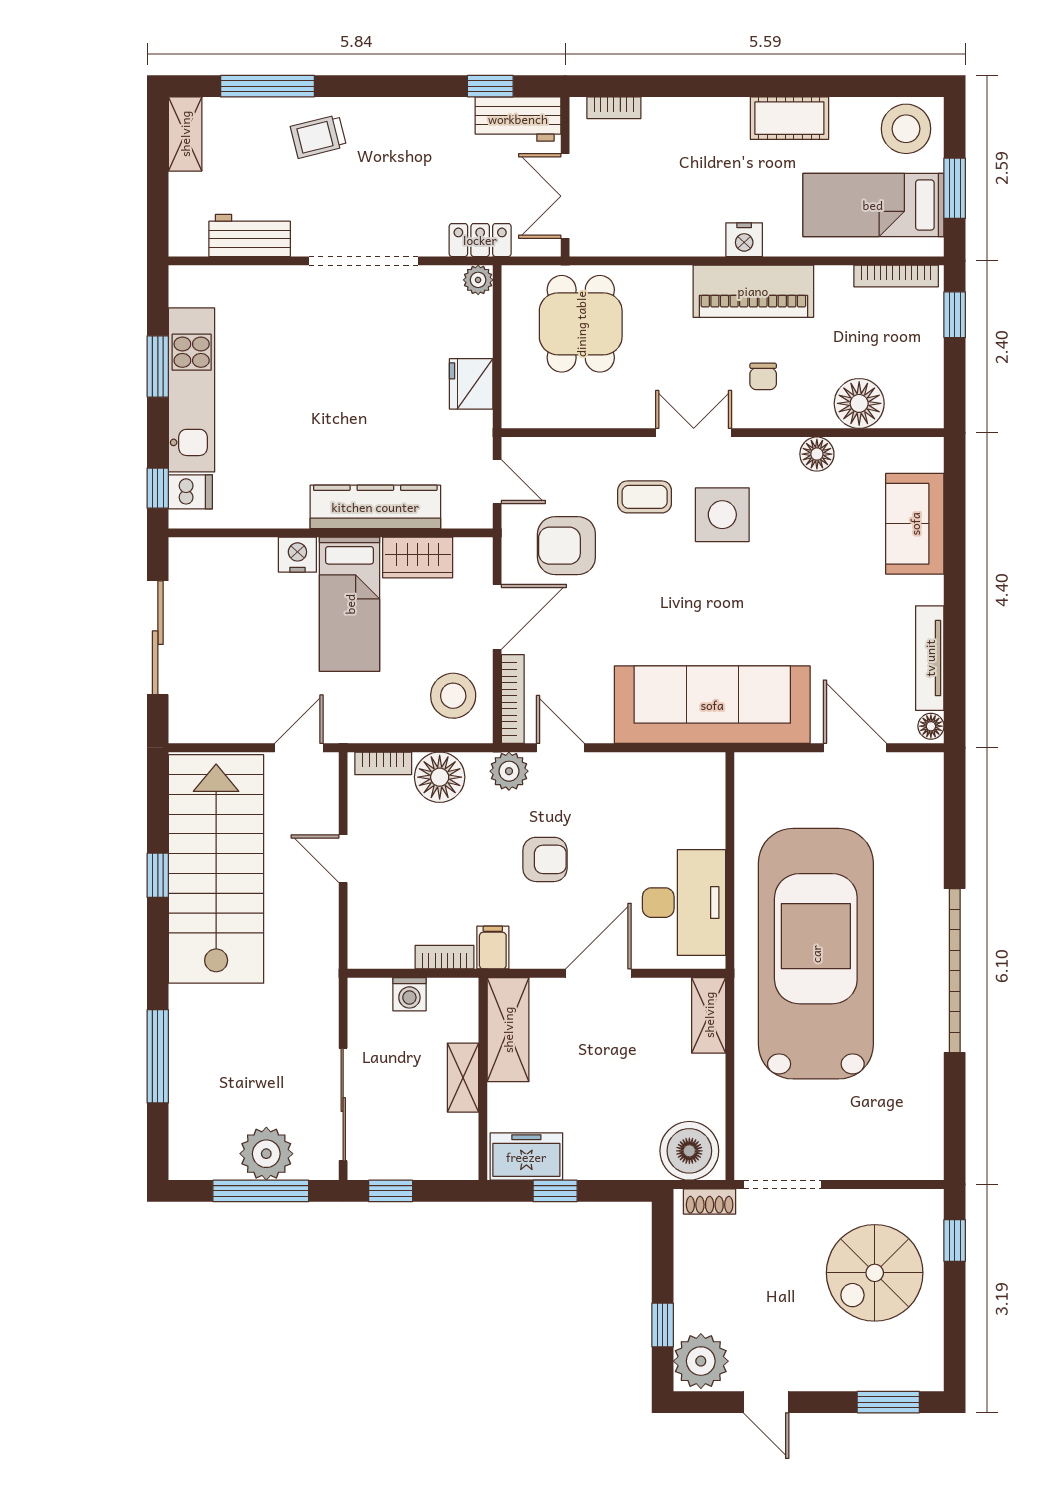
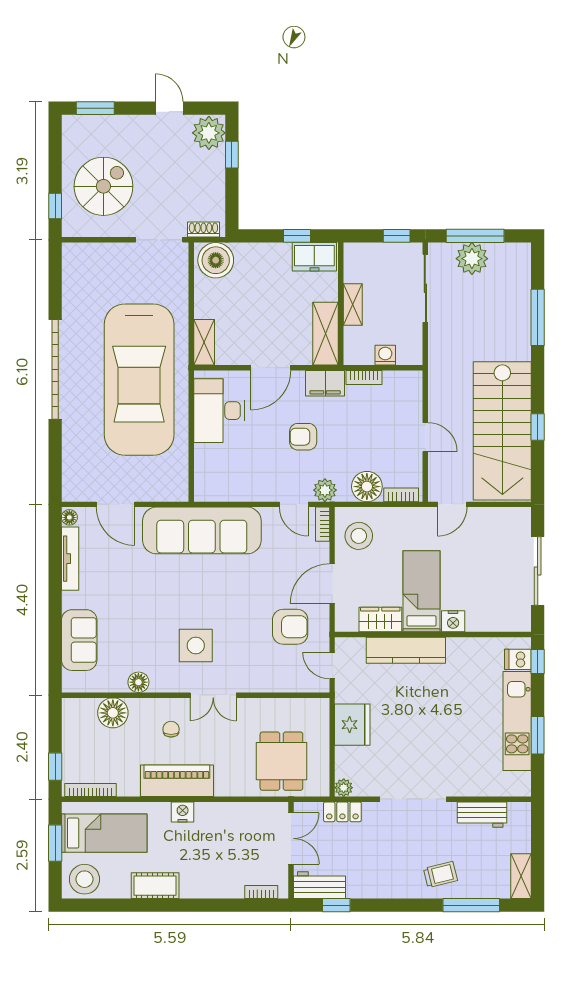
fridge: (471, 384) -> (352, 725), width x1.36, depth x1.34
coffee table: (645, 497) -> (243, 656), removed
bookcase: (513, 699) -> (323, 524), width x0.64
filing cabinet: (493, 948) -> (325, 383), width x2.00

